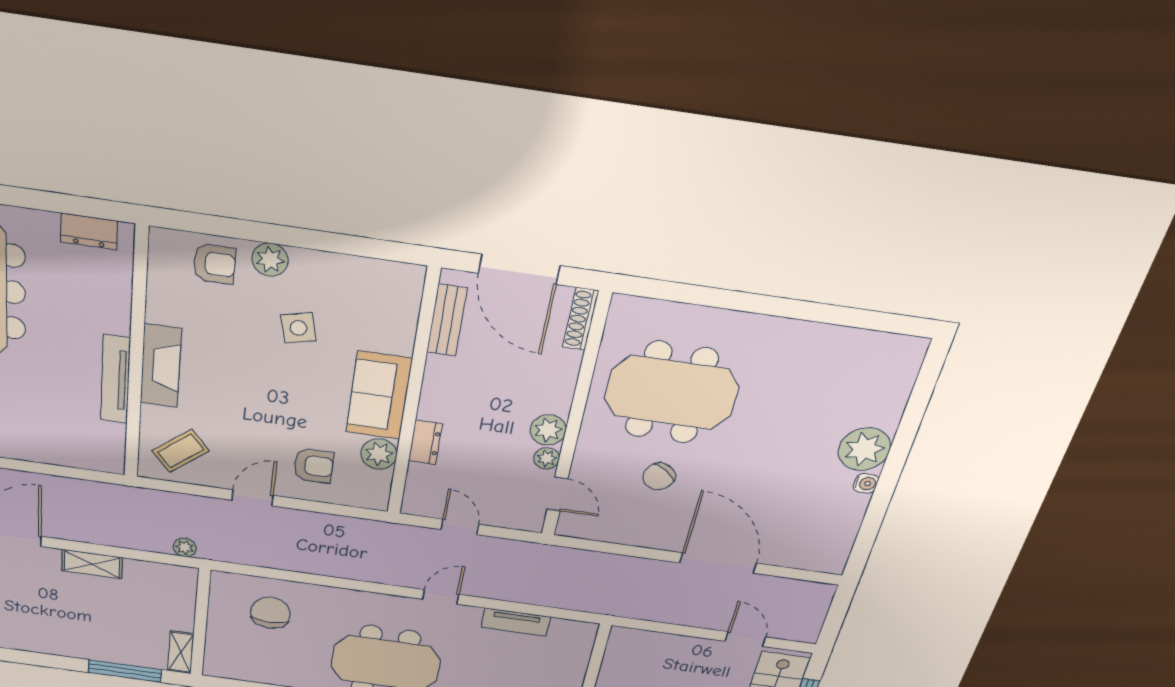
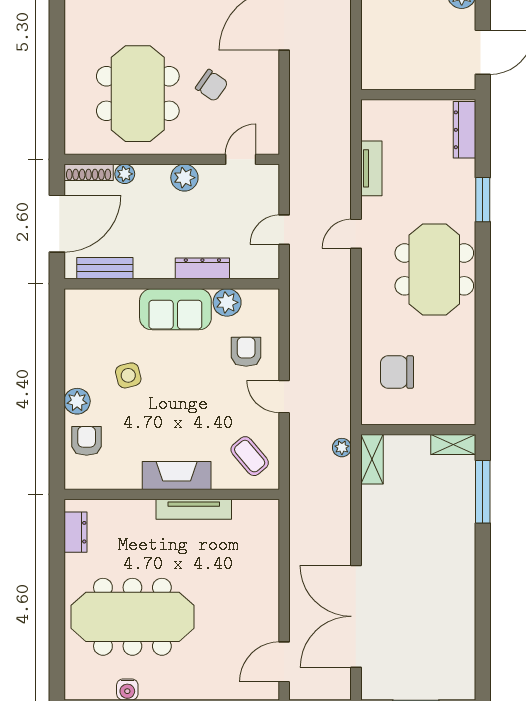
dresser: (425, 442) -> (202, 268), width x1.44
plant: (547, 458) -> (125, 174), moved
shelving: (92, 564) -> (372, 459), moved
door: (441, 597) -> (356, 234), hinge flipped

